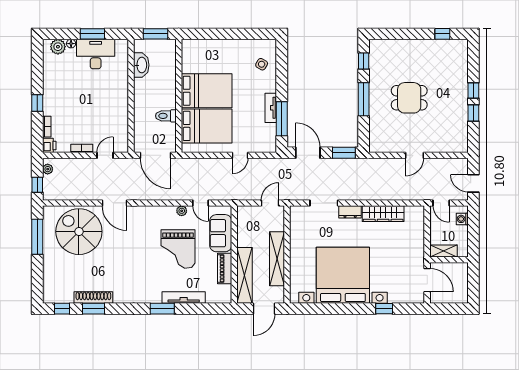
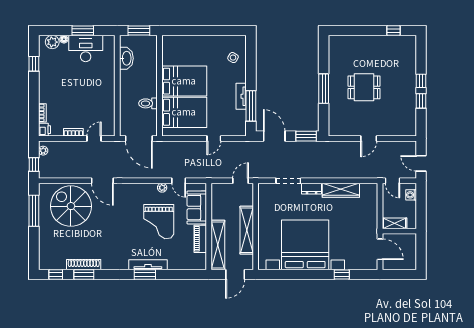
window: (364, 61) -> (324, 55), removed
window: (37, 103) -> (34, 64), moved
tv unit: (184, 298) -> (148, 265), moved

